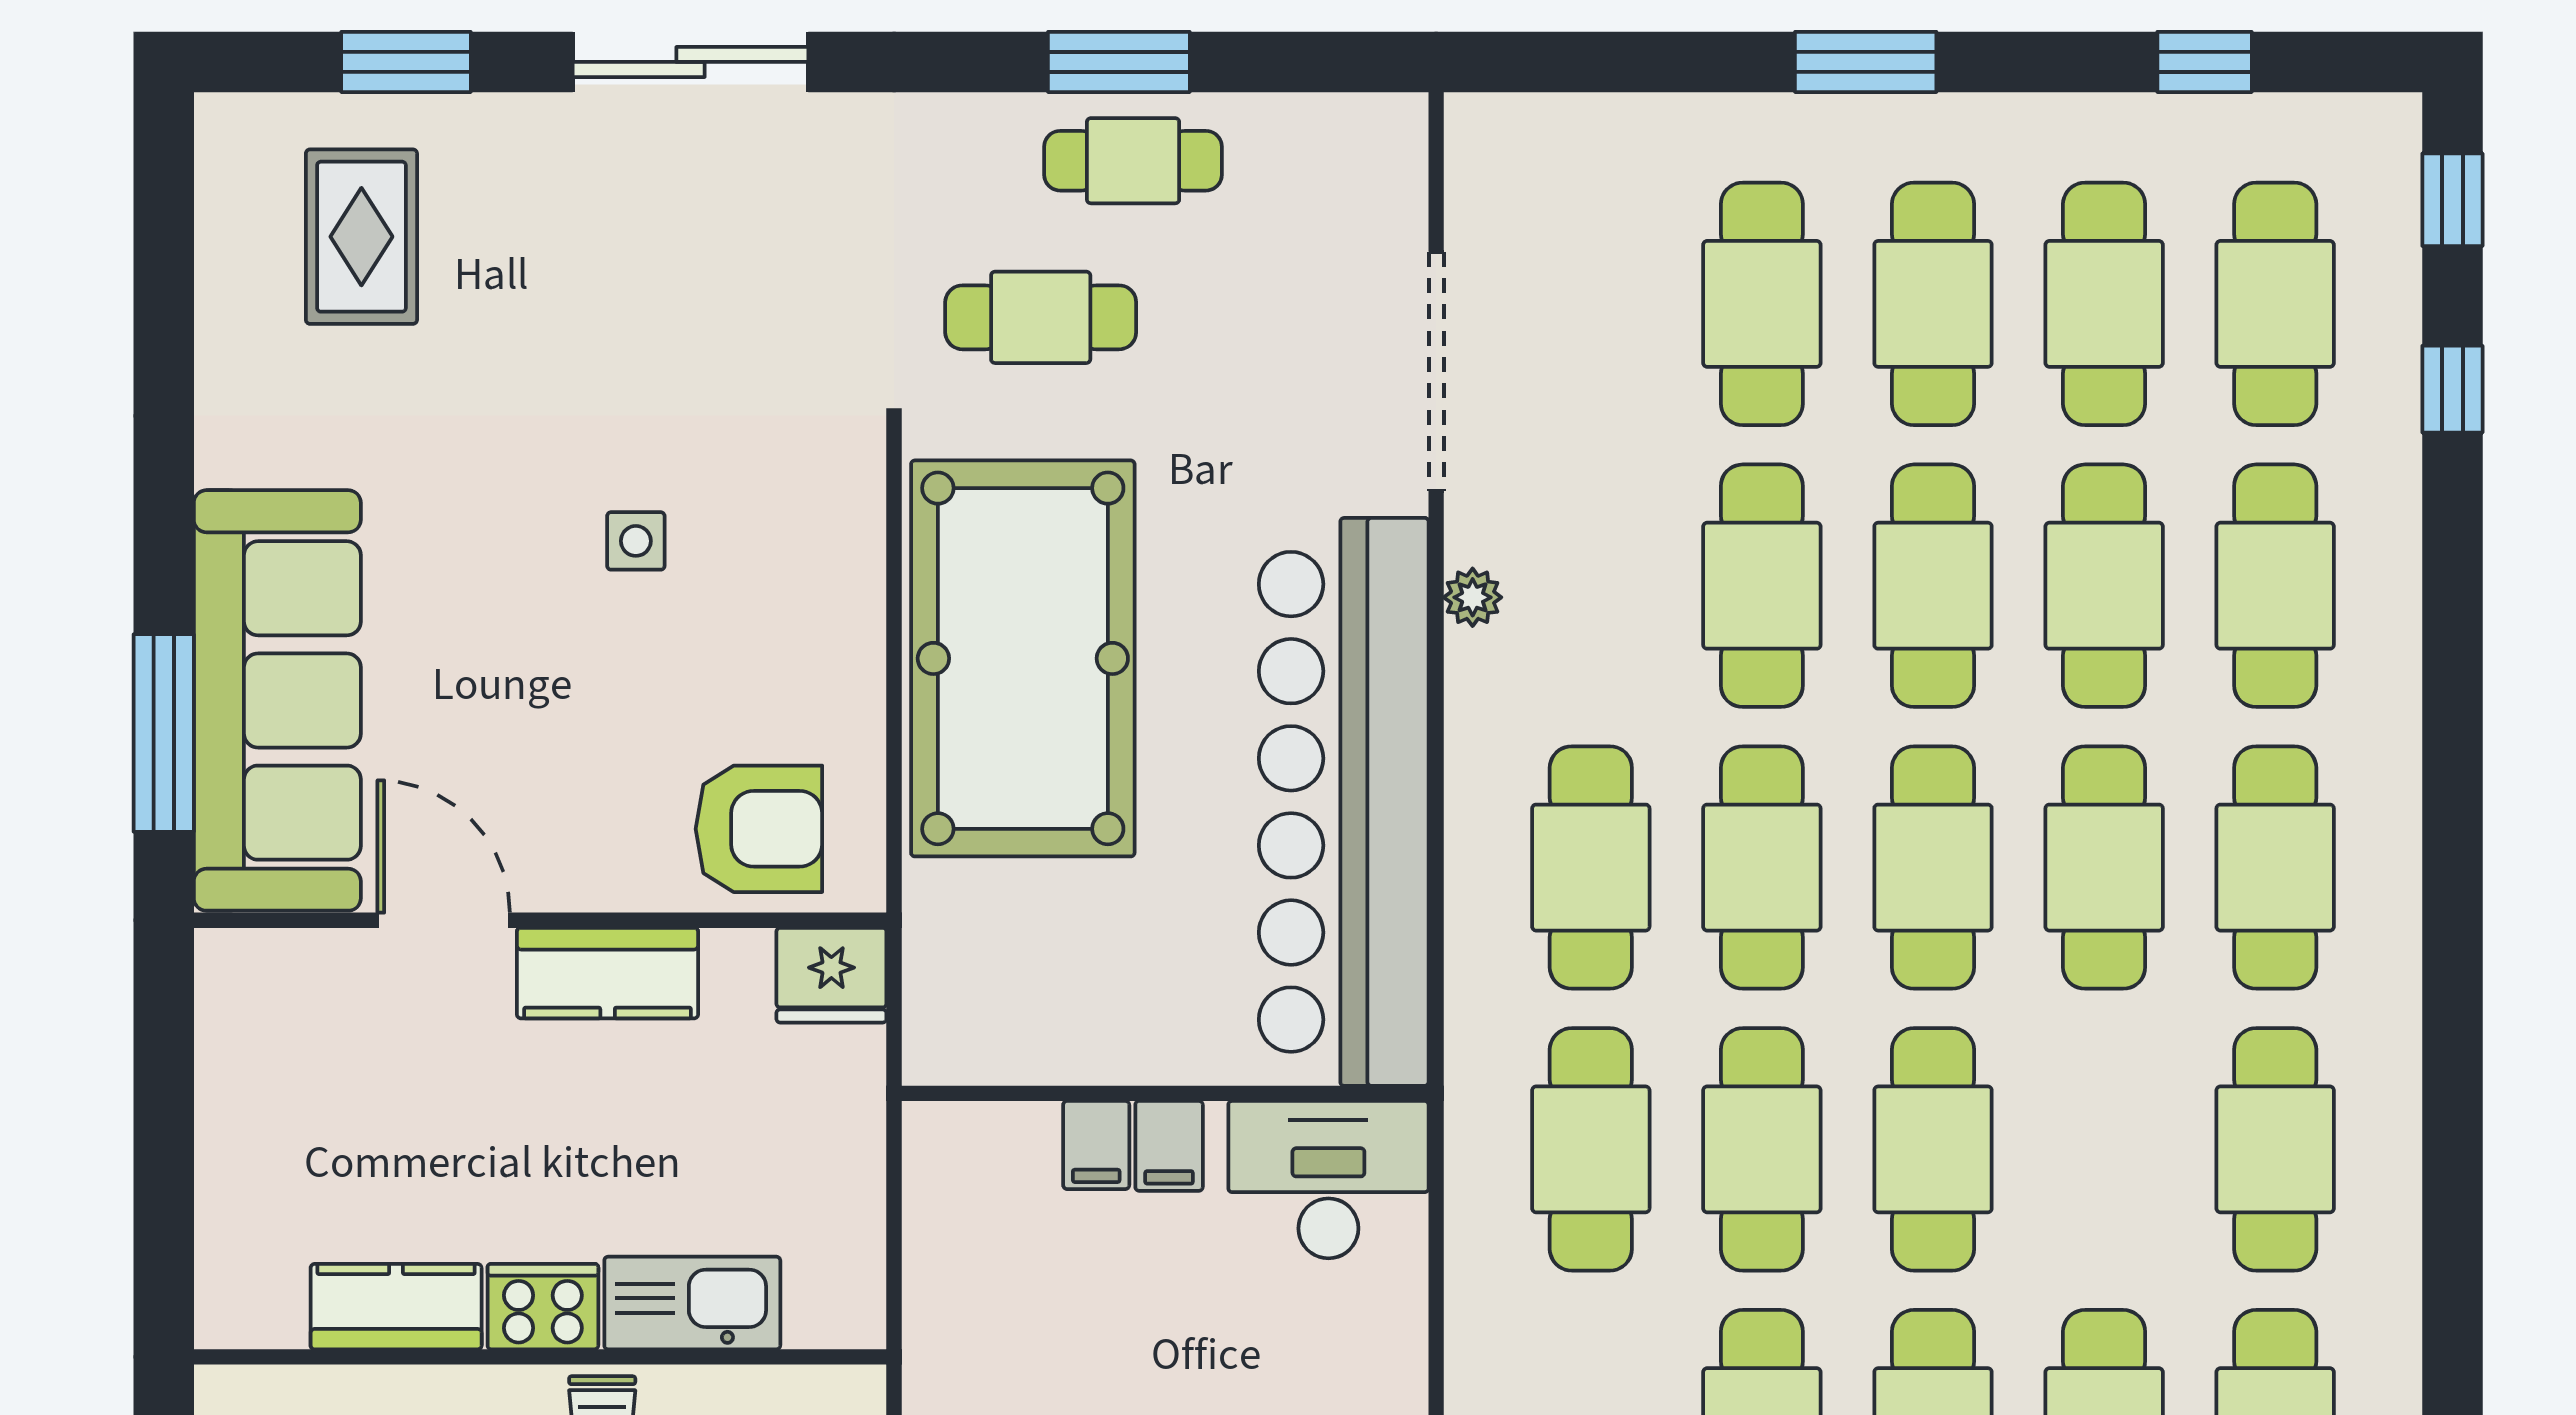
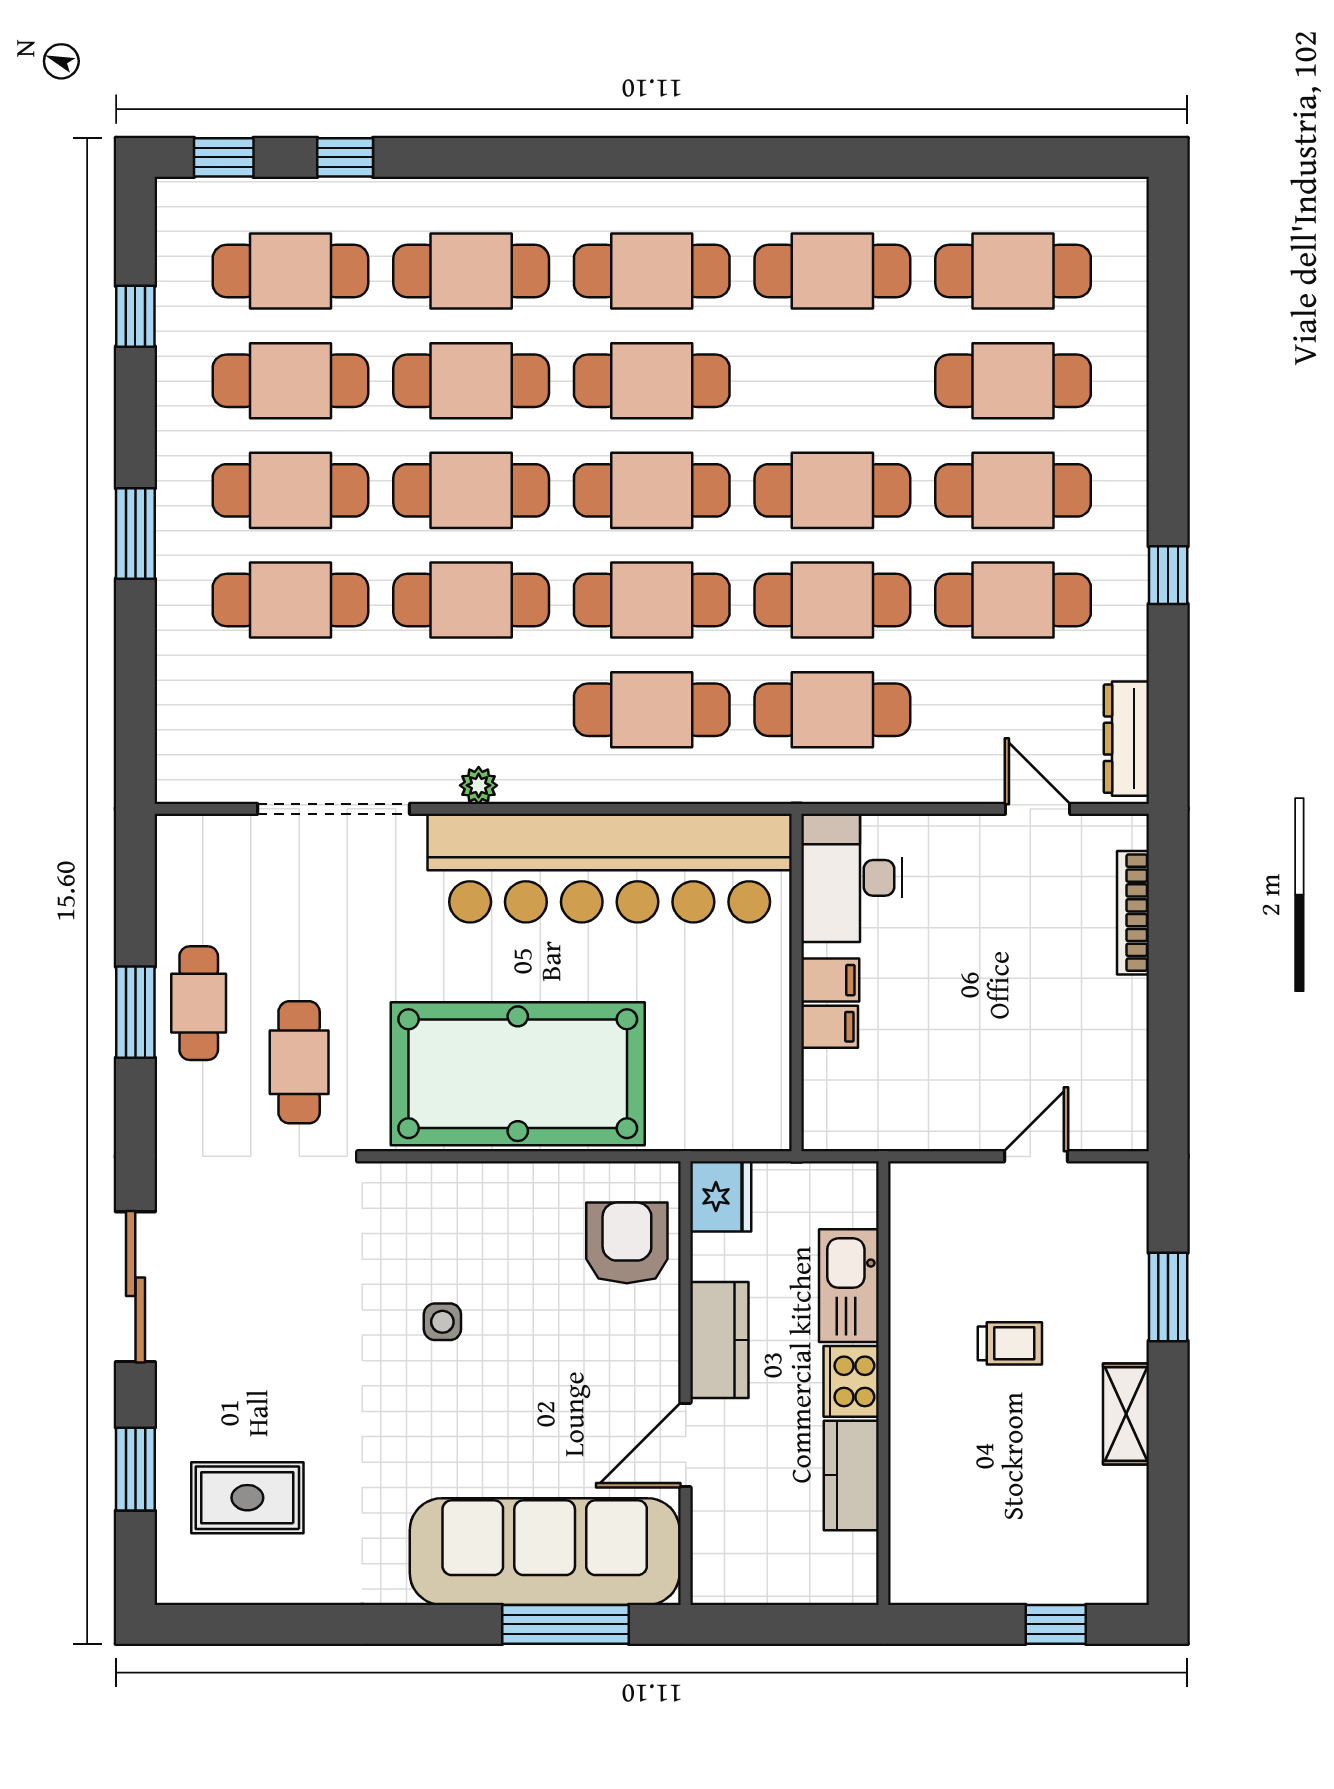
kitchen sink: (692, 1303) -> (849, 1286), moved
kitchen counter: (396, 1307) -> (851, 1475), moved
cooker: (543, 1307) -> (851, 1381), moved
wall: (540, 1357) -> (883, 1383), moved

